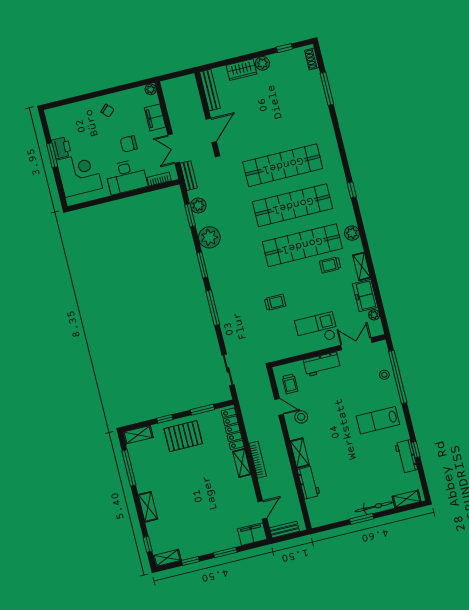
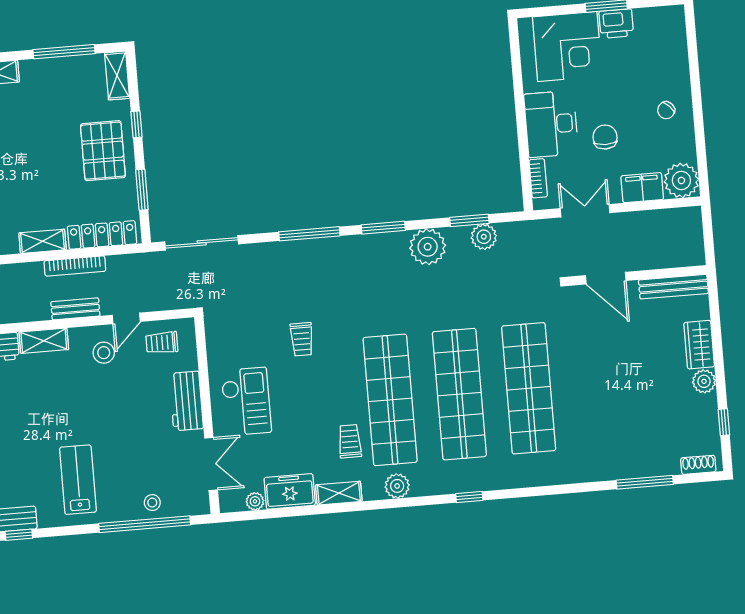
plant: (151, 89) -> (681, 180), width x1.88, depth x1.88
bench: (189, 176) -> (75, 309), moved
sliding door: (228, 370) -> (202, 243), width x1.37
bookcase: (258, 460) -> (75, 266), moved

